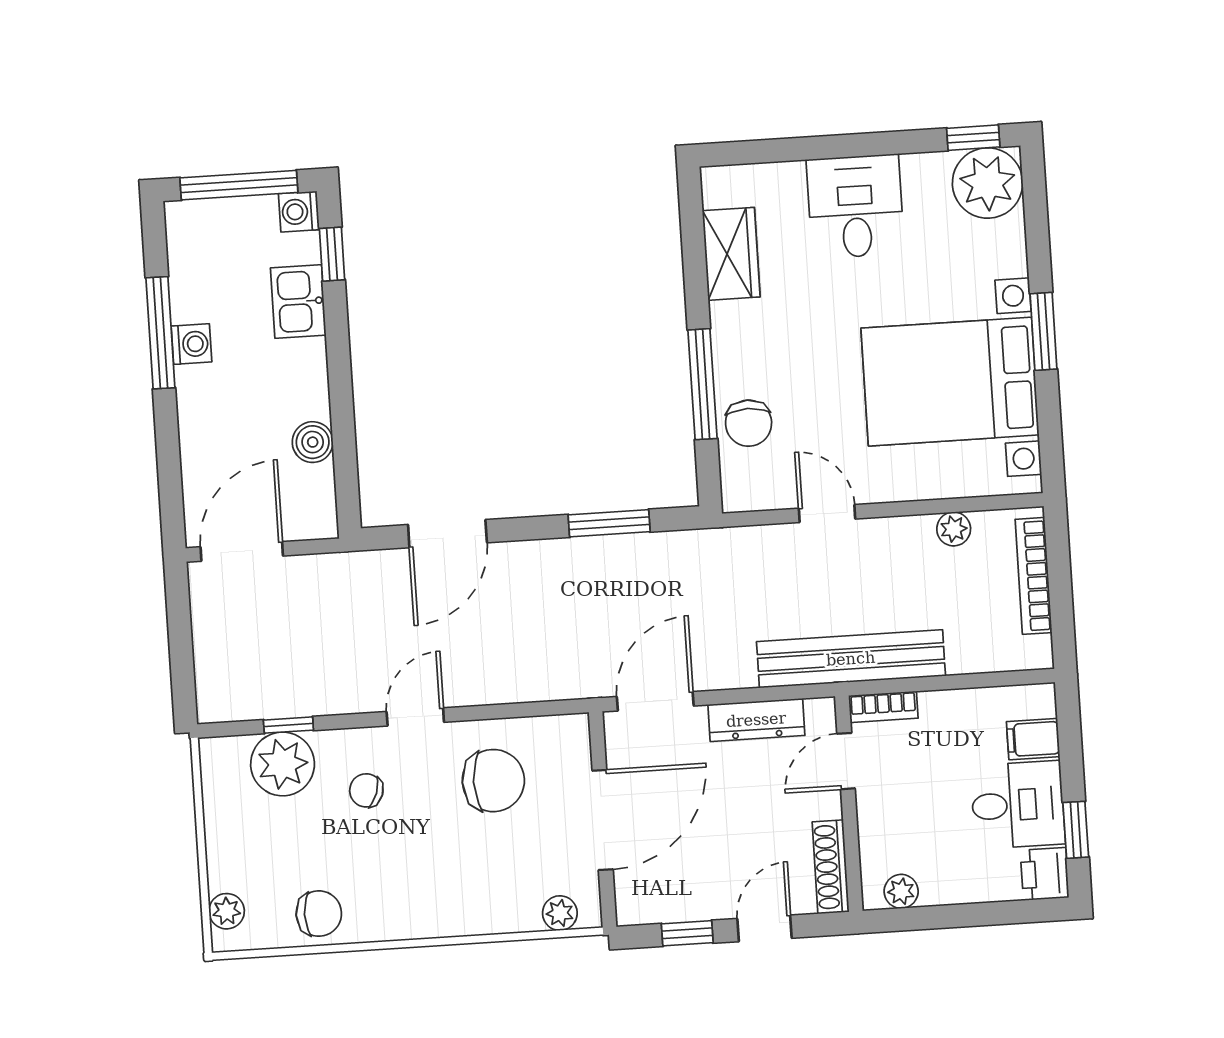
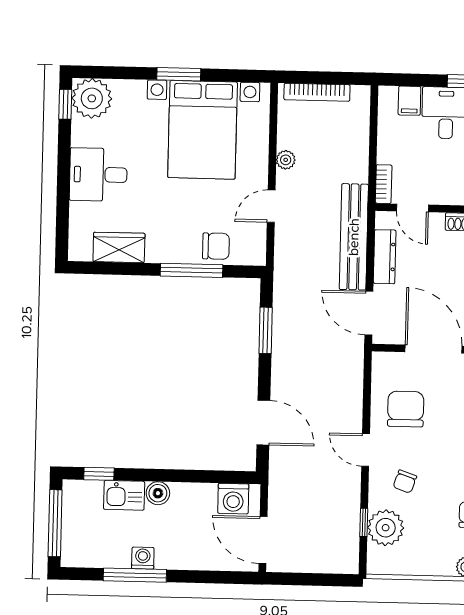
washing machine: (299, 212) -> (233, 499), moved, width x1.38, depth x1.38
boiler: (313, 442) -> (158, 493), moved
plant: (954, 529) -> (286, 160), moved
bench: (851, 659) -> (354, 237), moved

